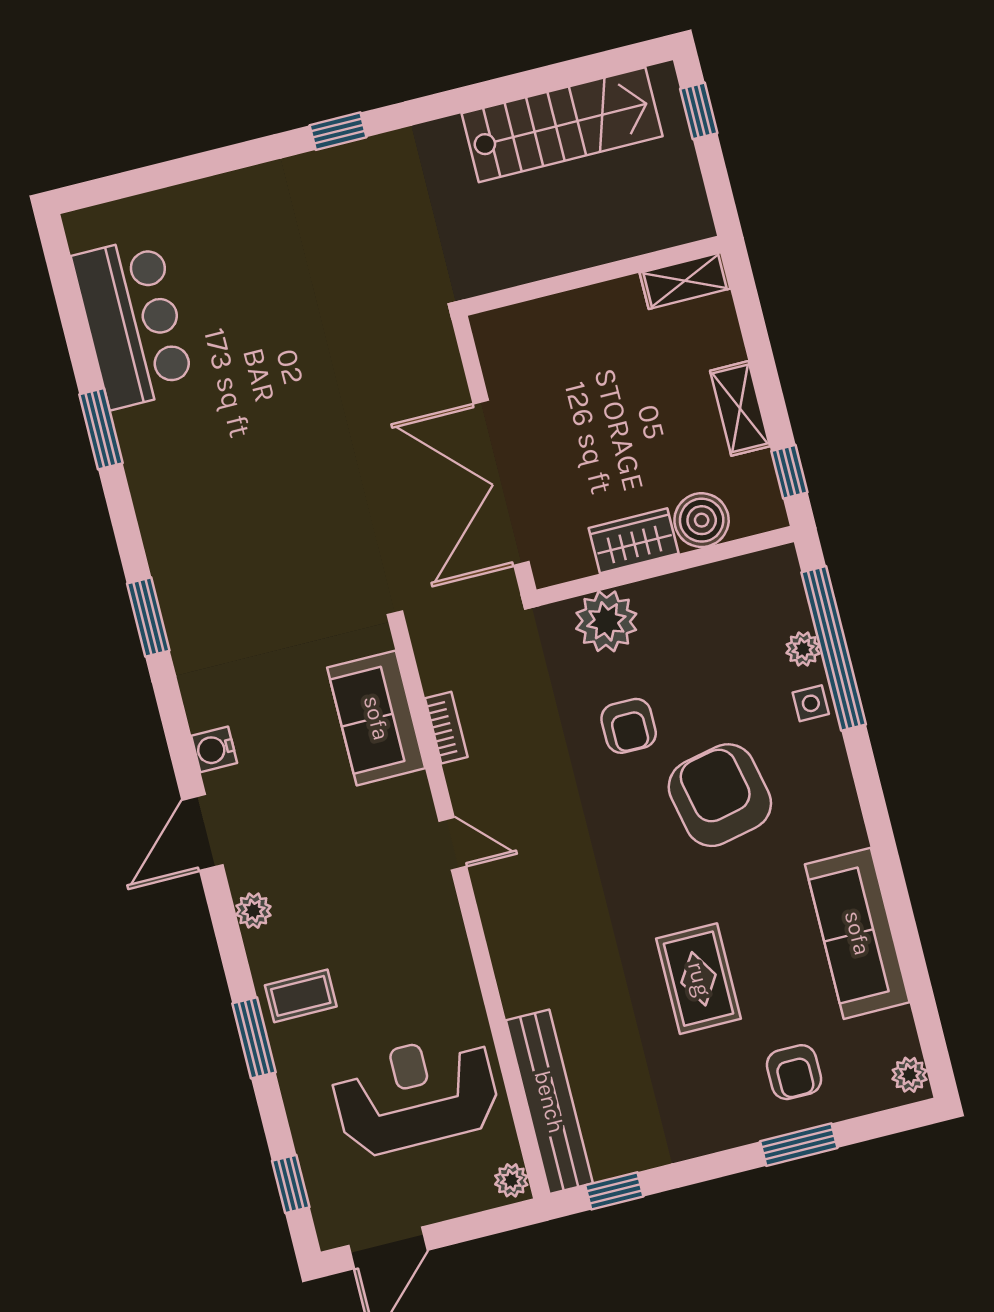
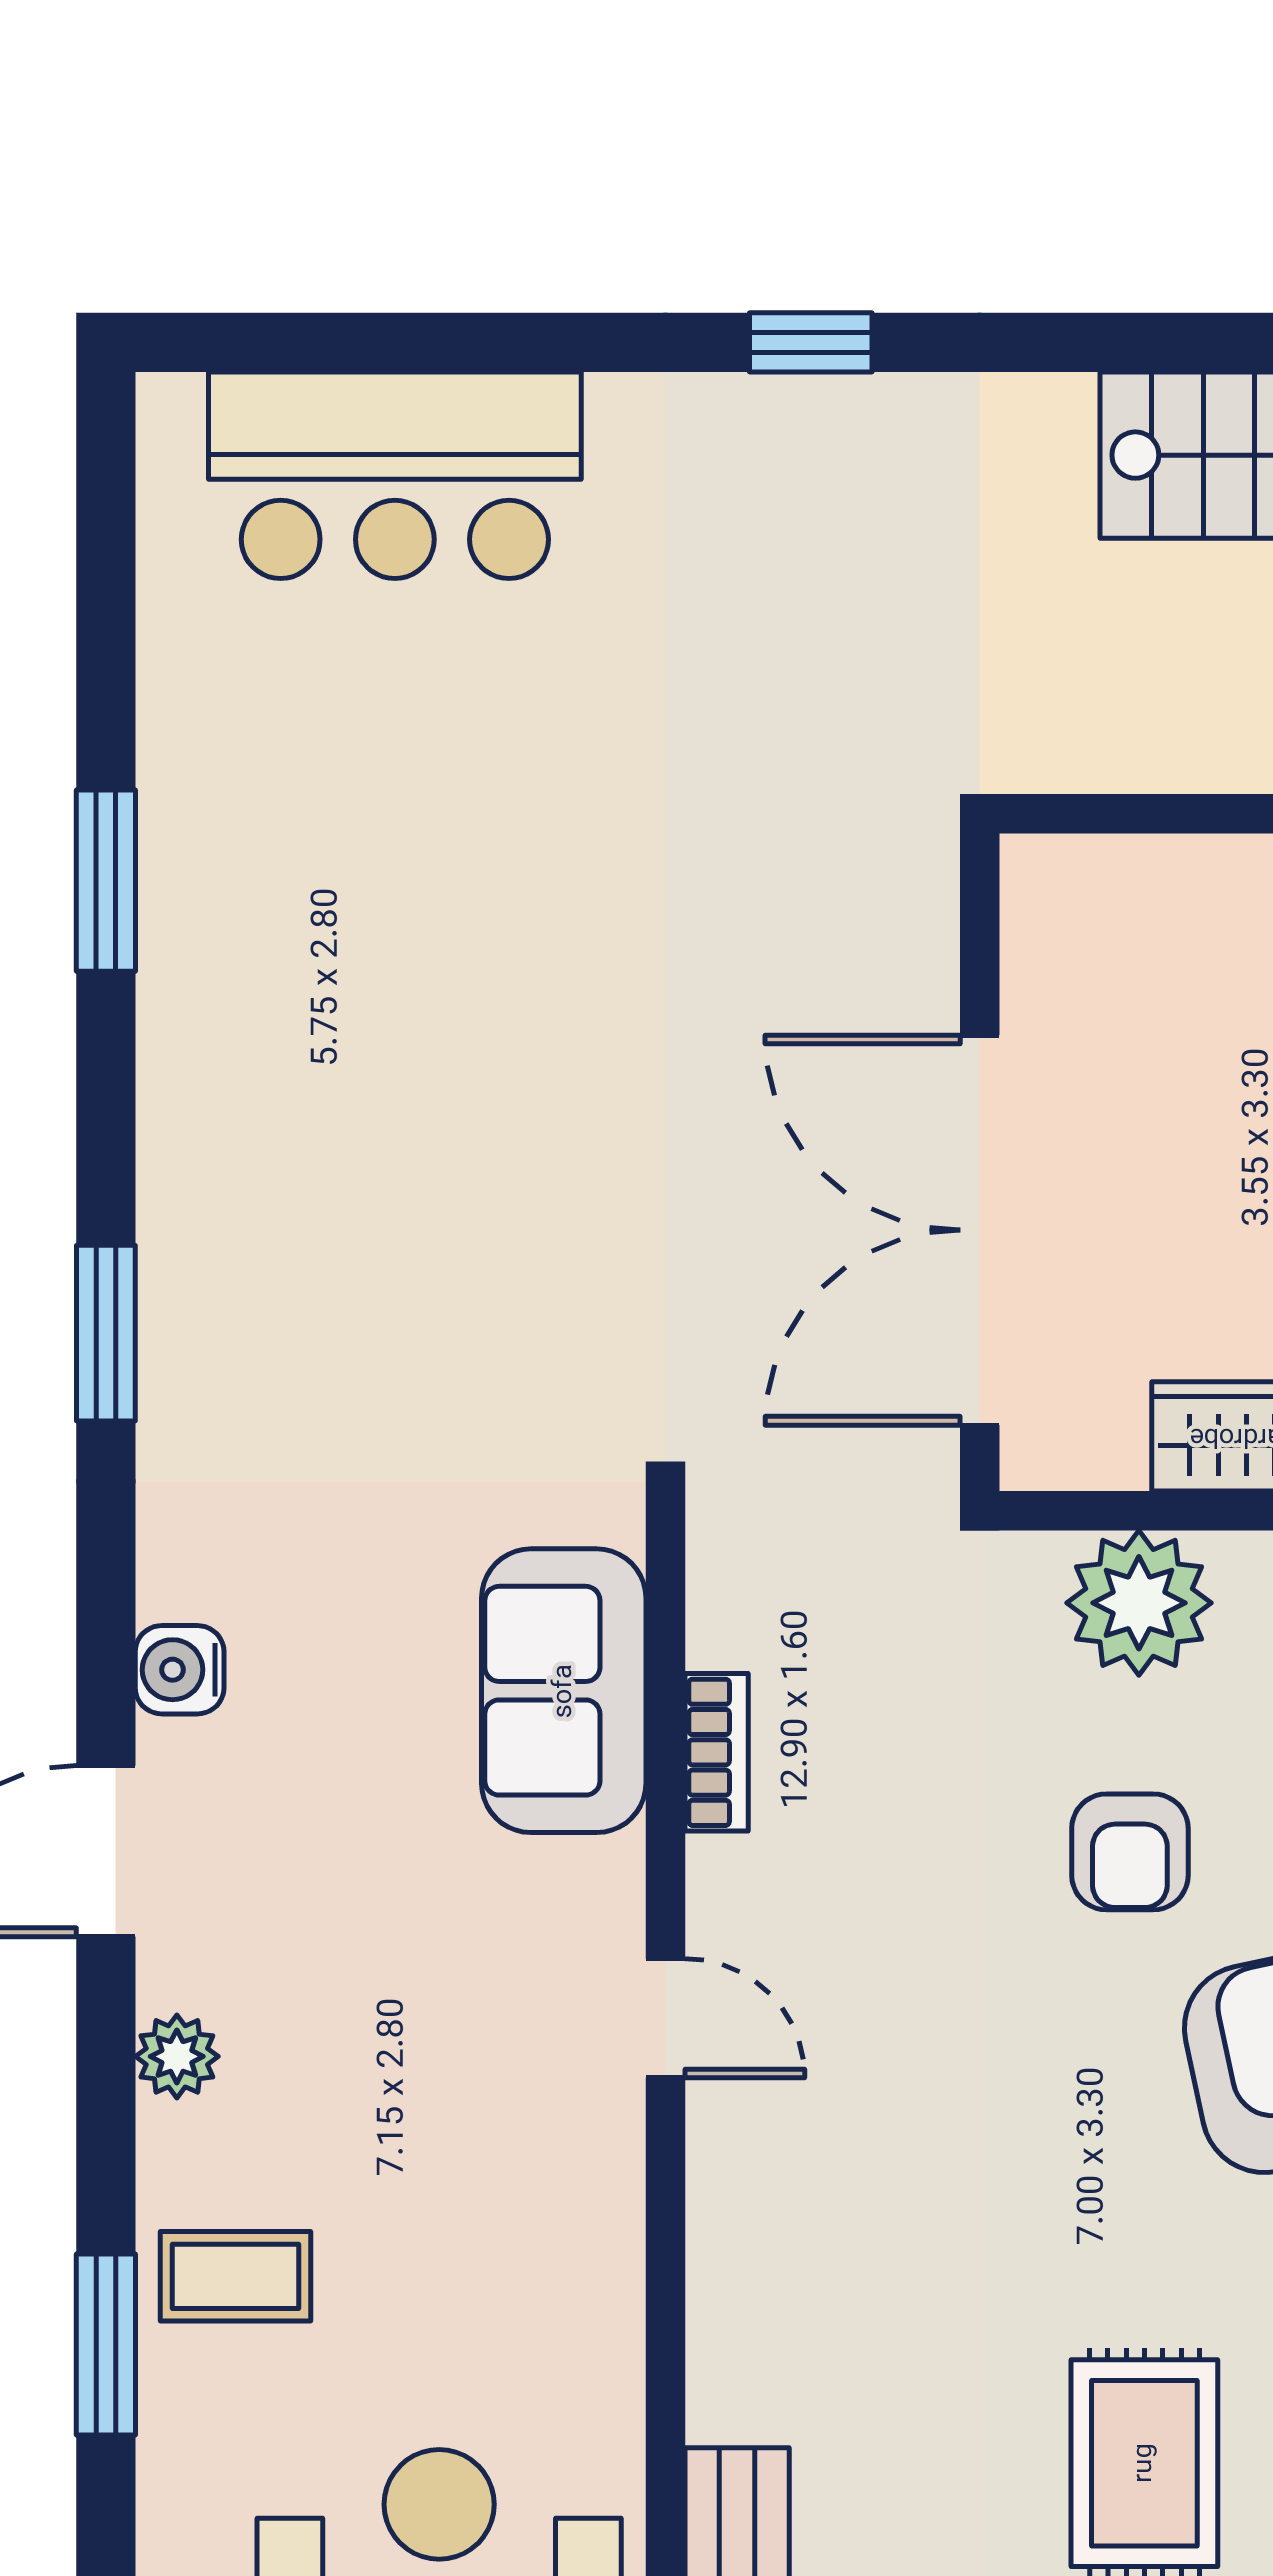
bar counter: (133, 323) -> (395, 475), moved, turned 90

